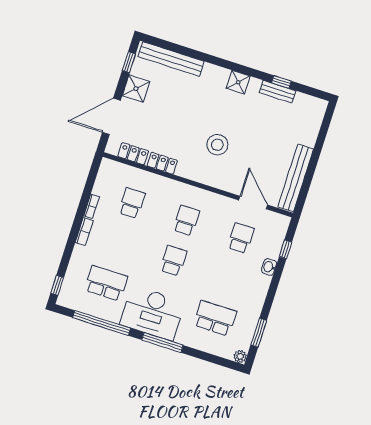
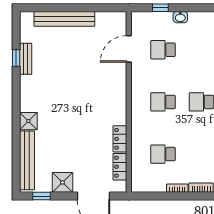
shower: (238, 82) -> (28, 121), moved
stool: (217, 145) -> (89, 96), removed
bench: (296, 178) -> (64, 19), moved

